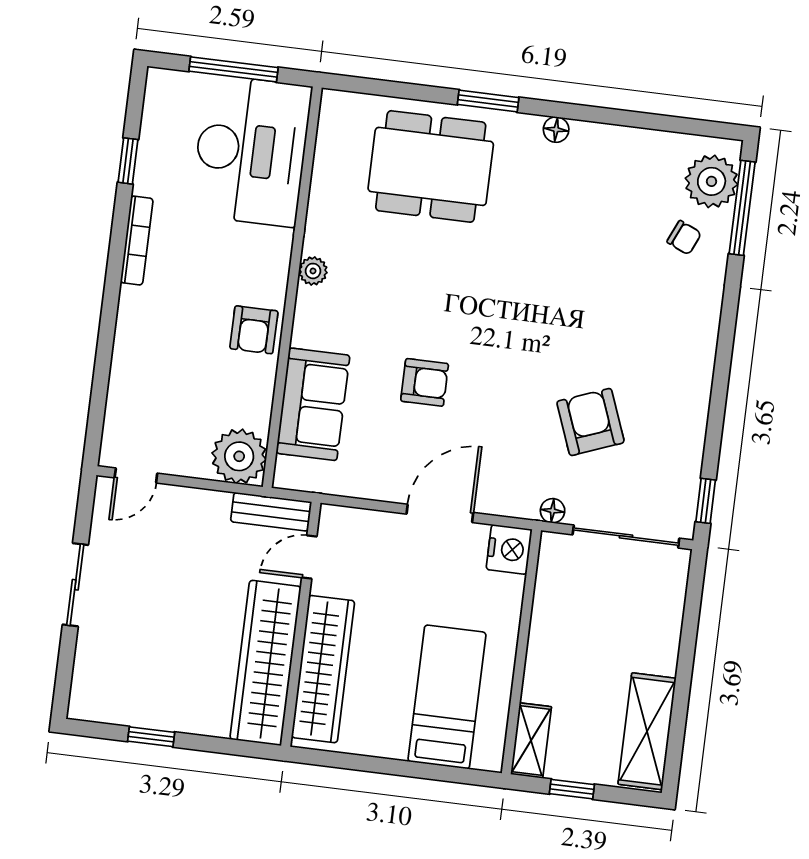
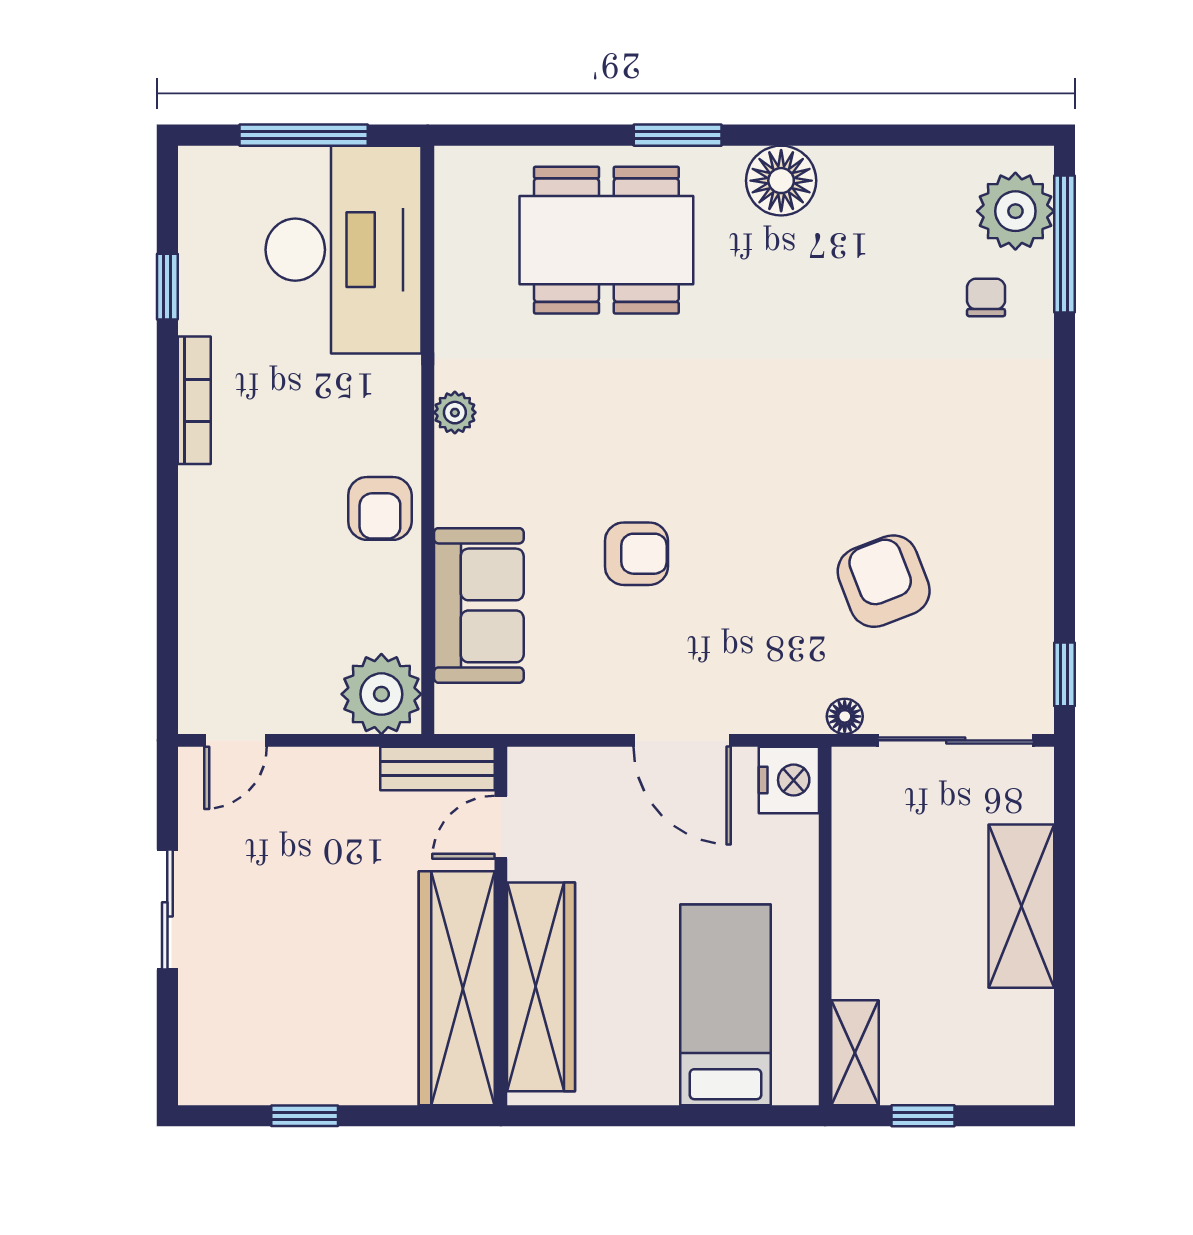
floor lamp: (556, 130) -> (781, 181), width x1.89, depth x1.89
chair: (684, 238) -> (986, 297), turned -114
door: (440, 513) -> (682, 740), swing flipped
shelving: (647, 731) -> (1021, 906), moved

